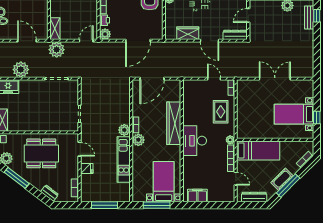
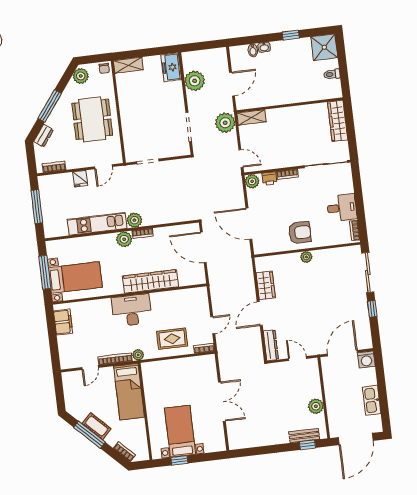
window: (17, 178) -> (50, 106), moved
dresser: (254, 197) -> (70, 394), removed

